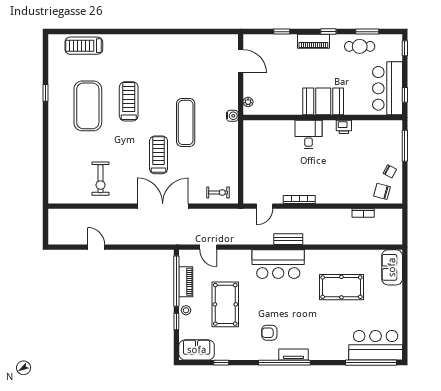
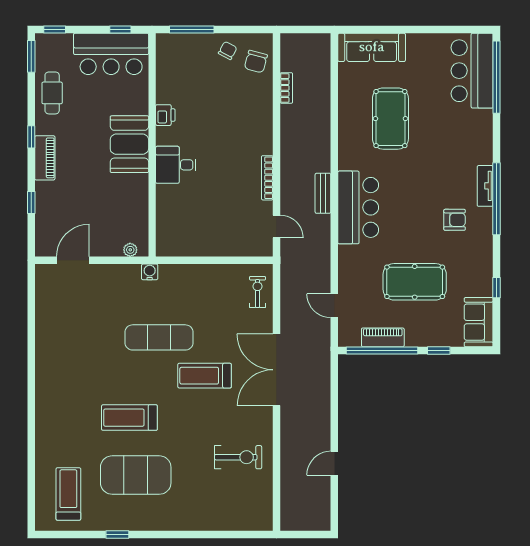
window: (367, 32) -> (31, 56), moved
treadmill: (84, 46) -> (68, 494), moved, turned 180
door: (208, 247) -> (334, 306), swing flipped
sofa: (392, 267) -> (372, 47), width x1.36
stool: (186, 310) -> (423, 337), removed
armchair: (269, 333) -> (455, 220), turned -90

